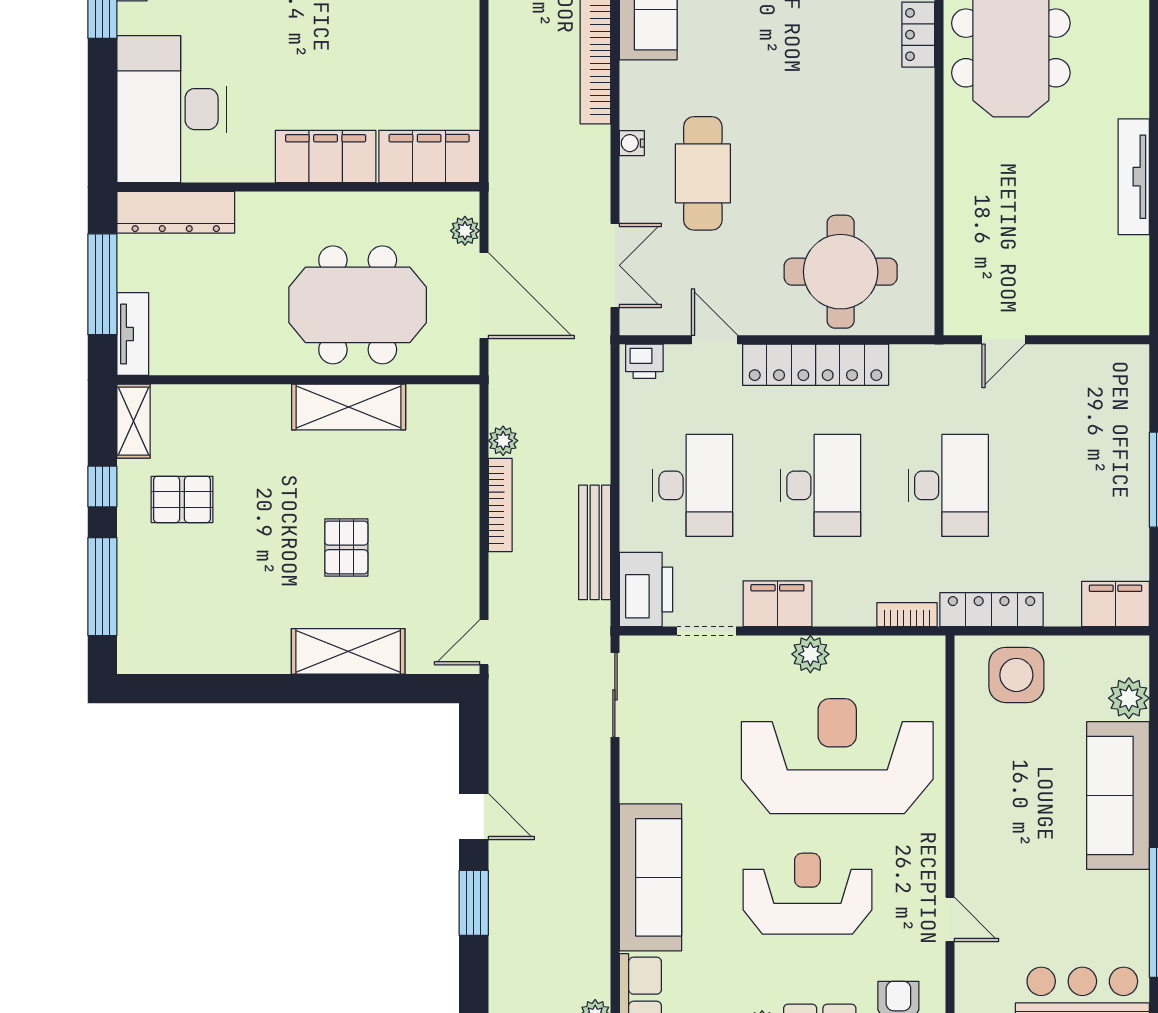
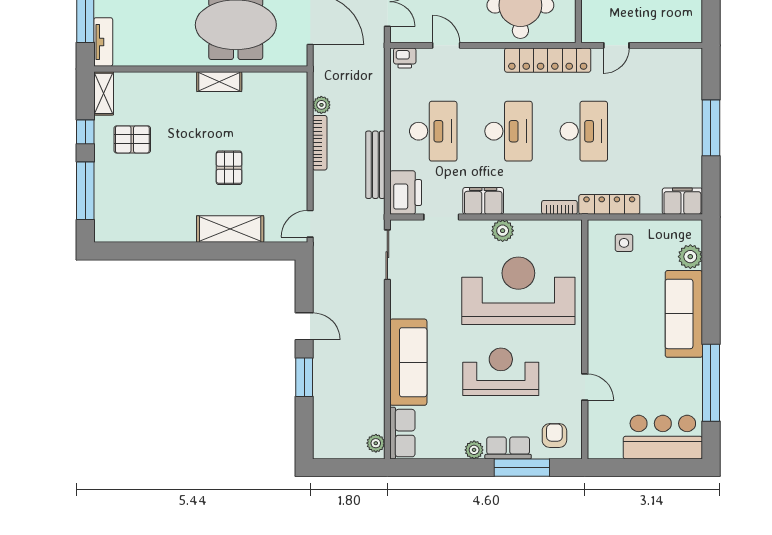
locker: (816, 365) -> (548, 60), moved
shelving: (349, 407) -> (219, 82), width x0.67, depth x0.75
side table: (1016, 675) -> (624, 243), width x0.54, depth x0.54

